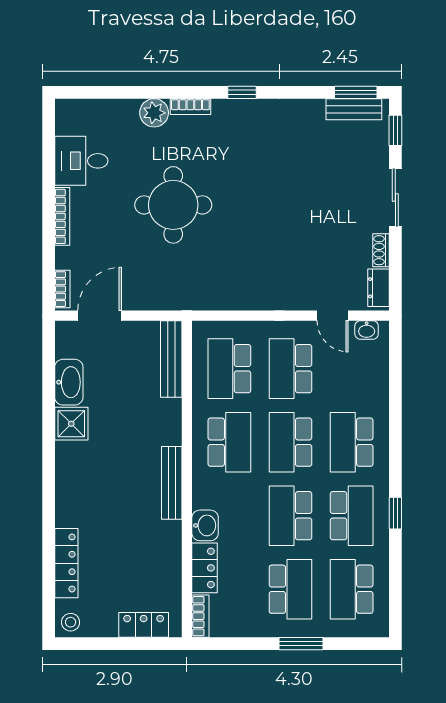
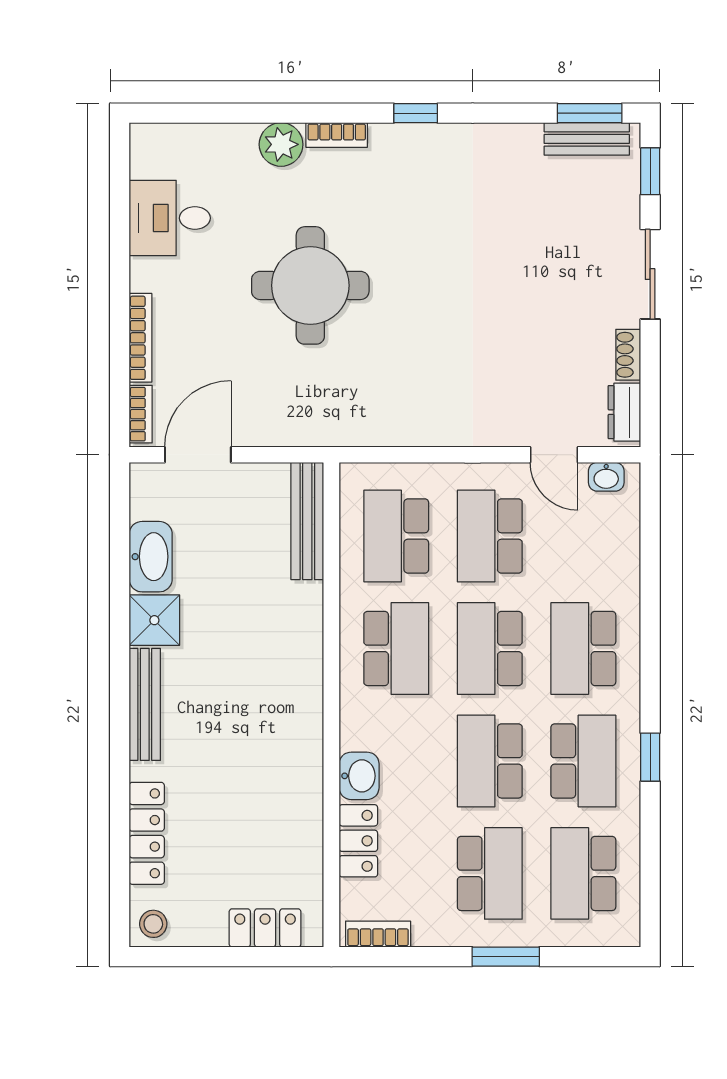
bookcase: (62, 216) -> (140, 338), moved
bench: (172, 483) -> (145, 704), moved
bookcase: (200, 616) -> (378, 934), moved, turned -90

